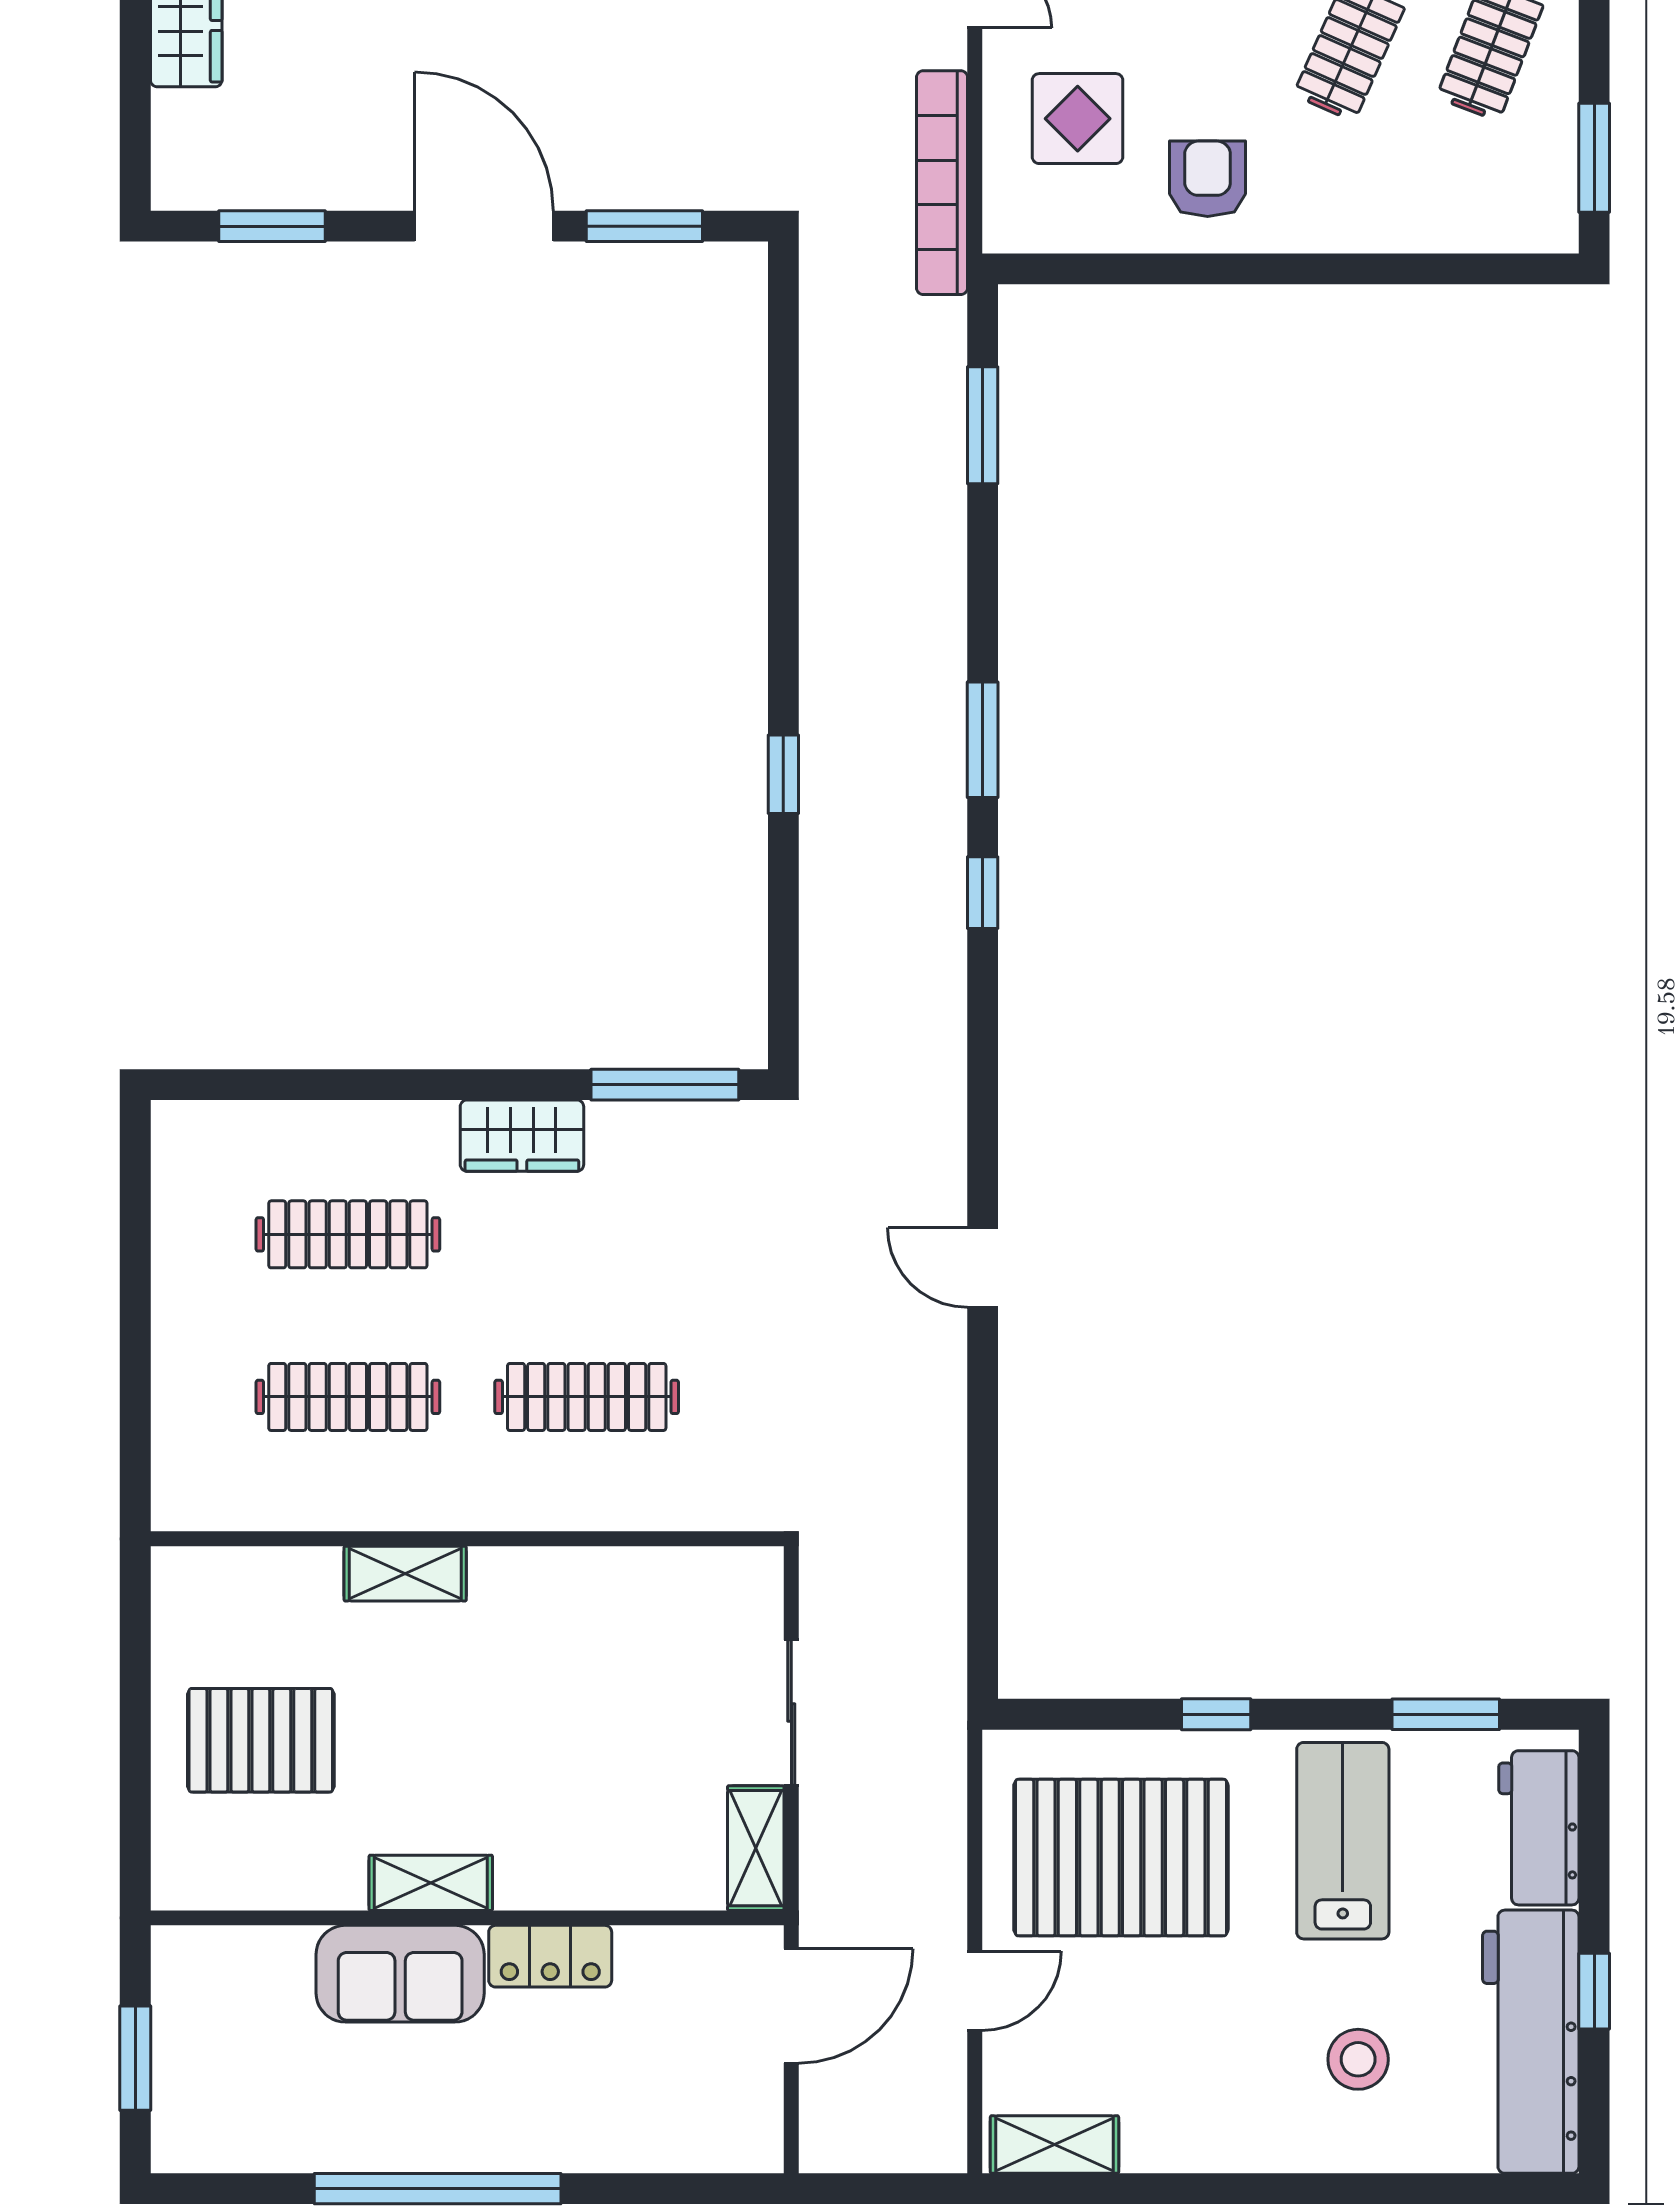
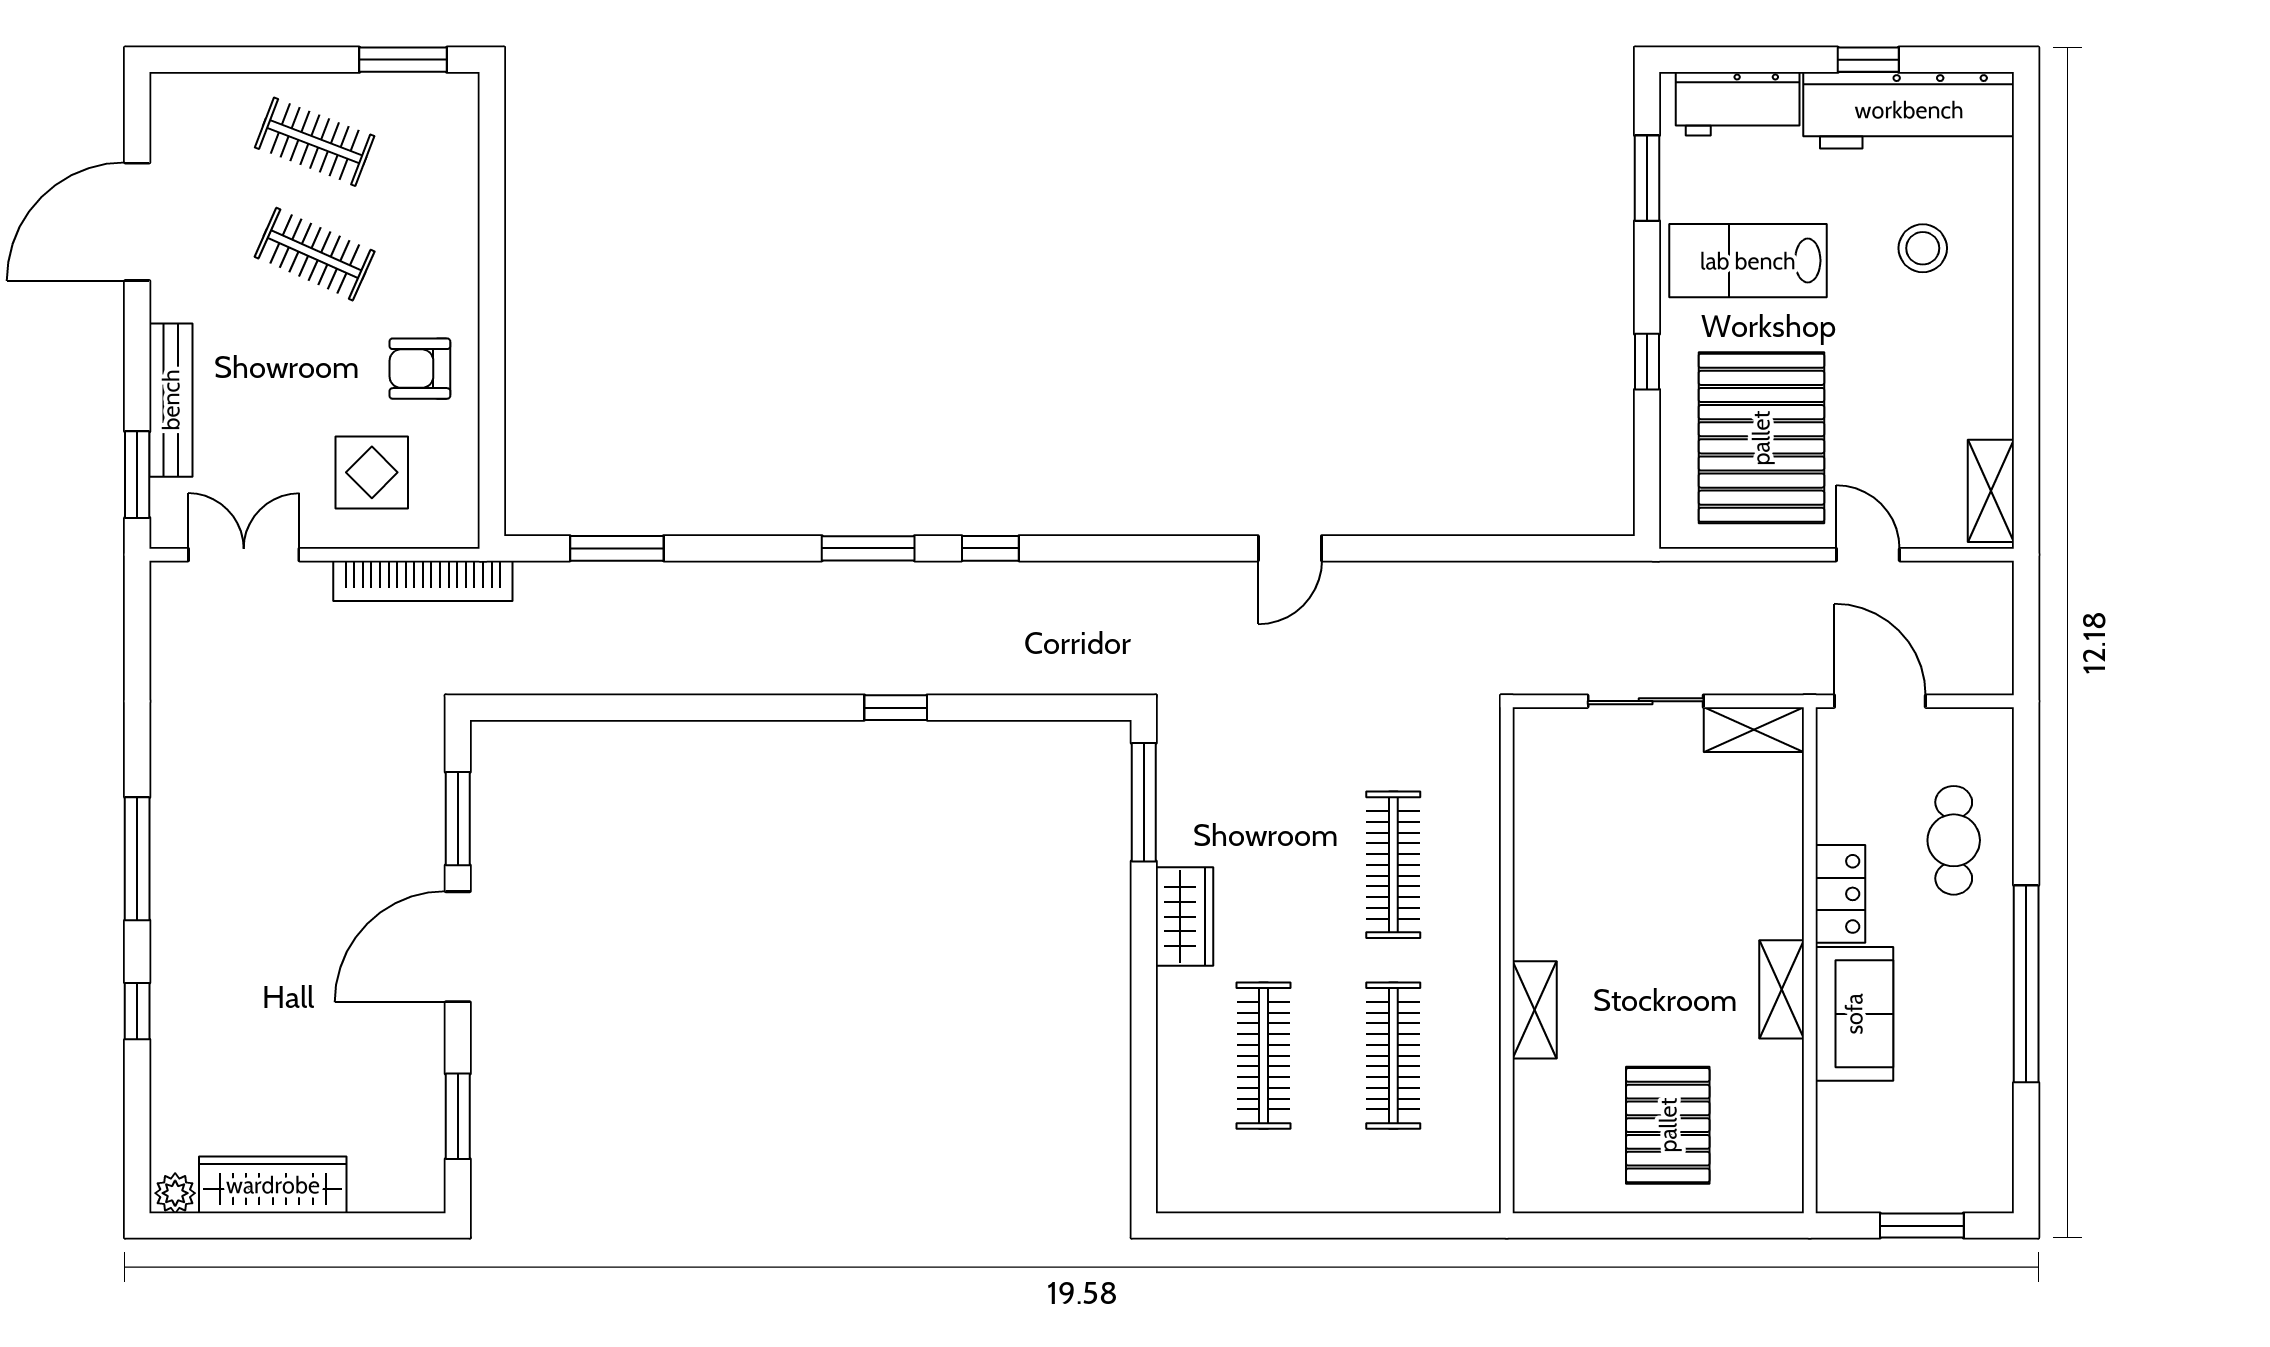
cafe table: (617, 2098) -> (1954, 840), added

